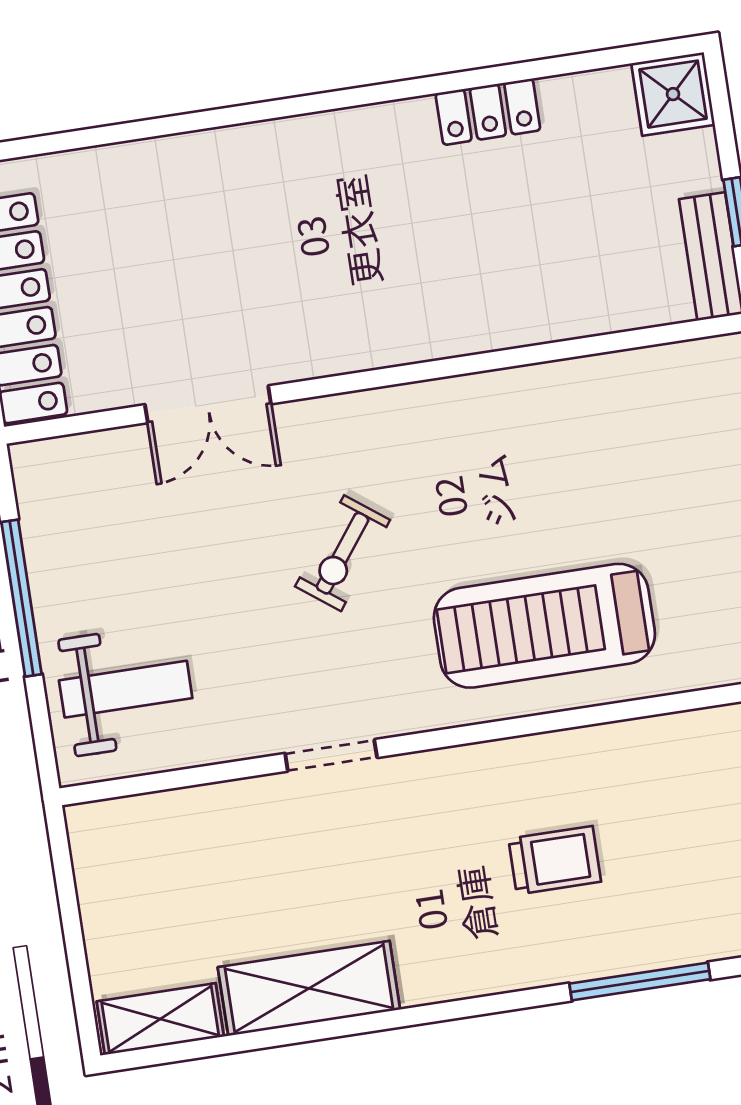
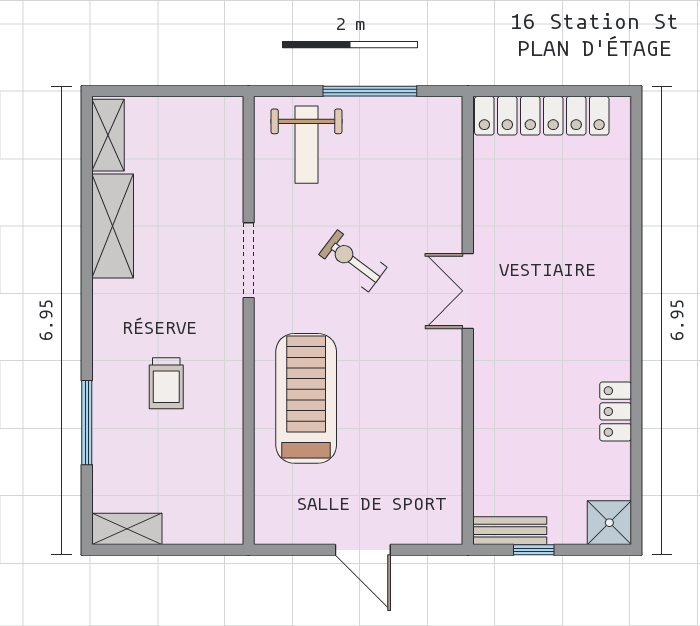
double door: (208, 404) -> (468, 291), moved
exercise bike: (343, 553) -> (353, 261), moved
doorway: (331, 755) -> (249, 260), width x1.38

